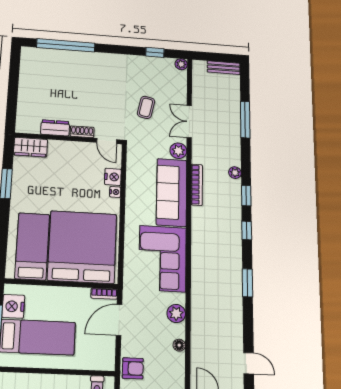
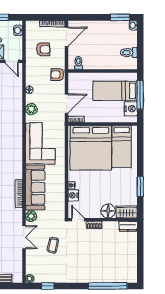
dresser: (55, 128) -> (128, 226), moved
floor lamp: (59, 150) -> (108, 211), added

